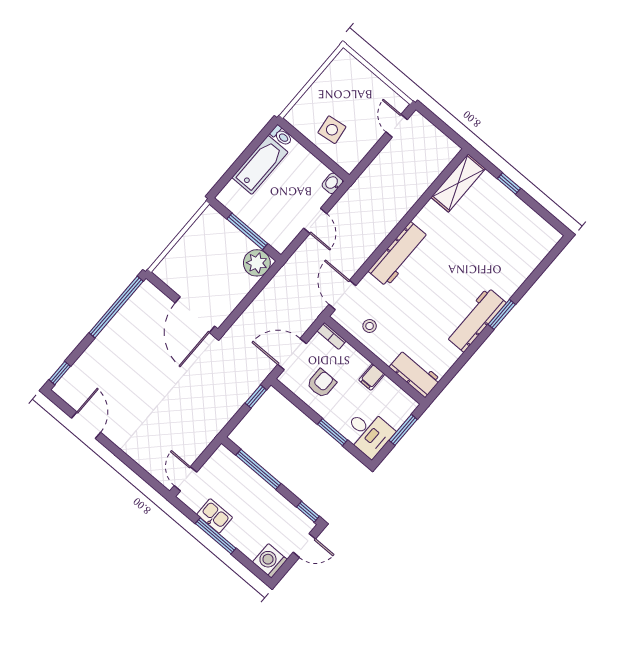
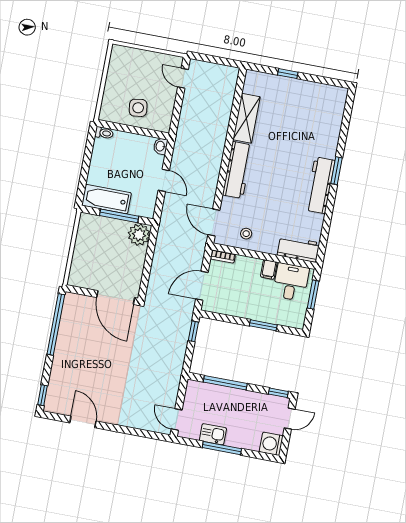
bathtub: (260, 165) -> (106, 199), moved, turned -90
shelving: (458, 183) -> (246, 118), moved
armchair: (322, 383) -> (235, 295), removed
desk: (368, 433) -> (291, 282), moved, turned -90

